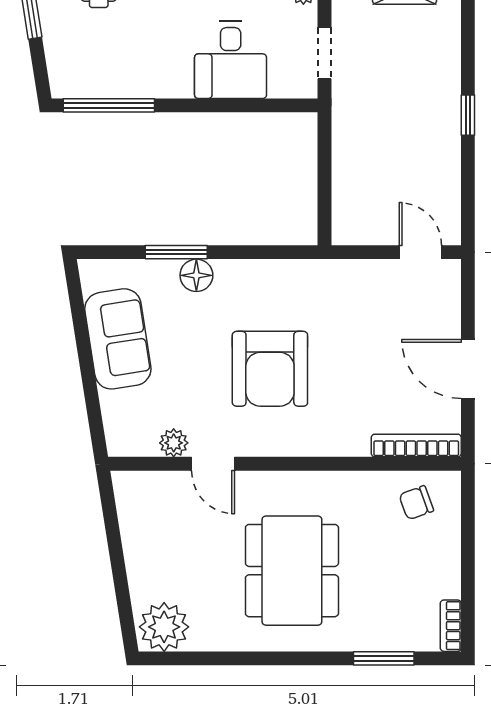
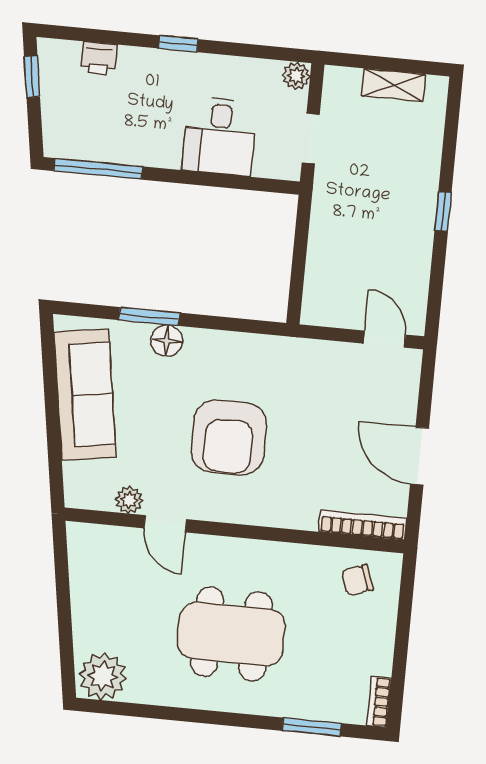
sofa: (118, 339) -> (85, 395), width x1.36
dining table: (292, 571) -> (231, 634), turned 90

